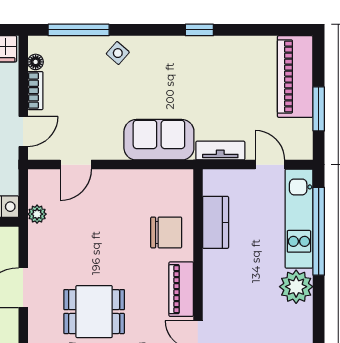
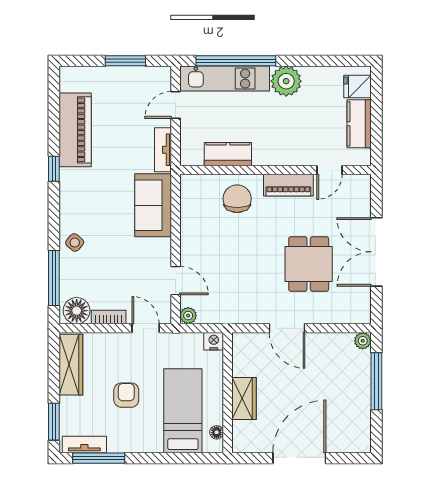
floor lamp: (36, 62) -> (77, 311), width x1.89, depth x1.89
piano: (295, 77) -> (75, 130), moved, turned -90
plant: (37, 214) -> (188, 316), moved

